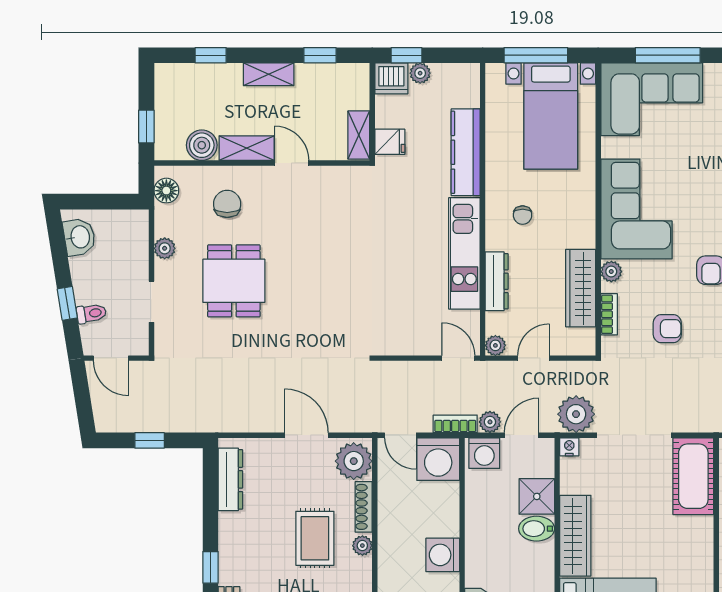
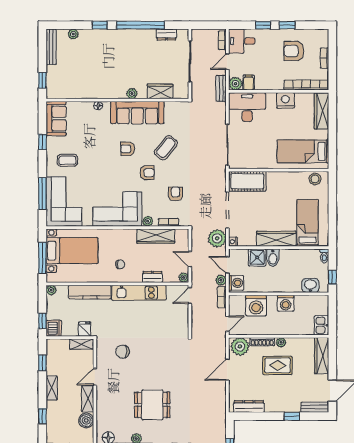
plant: (420, 73) -> (51, 290), moved
chair: (227, 204) -> (122, 352), moved
dresser: (497, 281) -> (152, 277), width x0.70
washing machine: (438, 459) -> (256, 305), moved, turned 90

